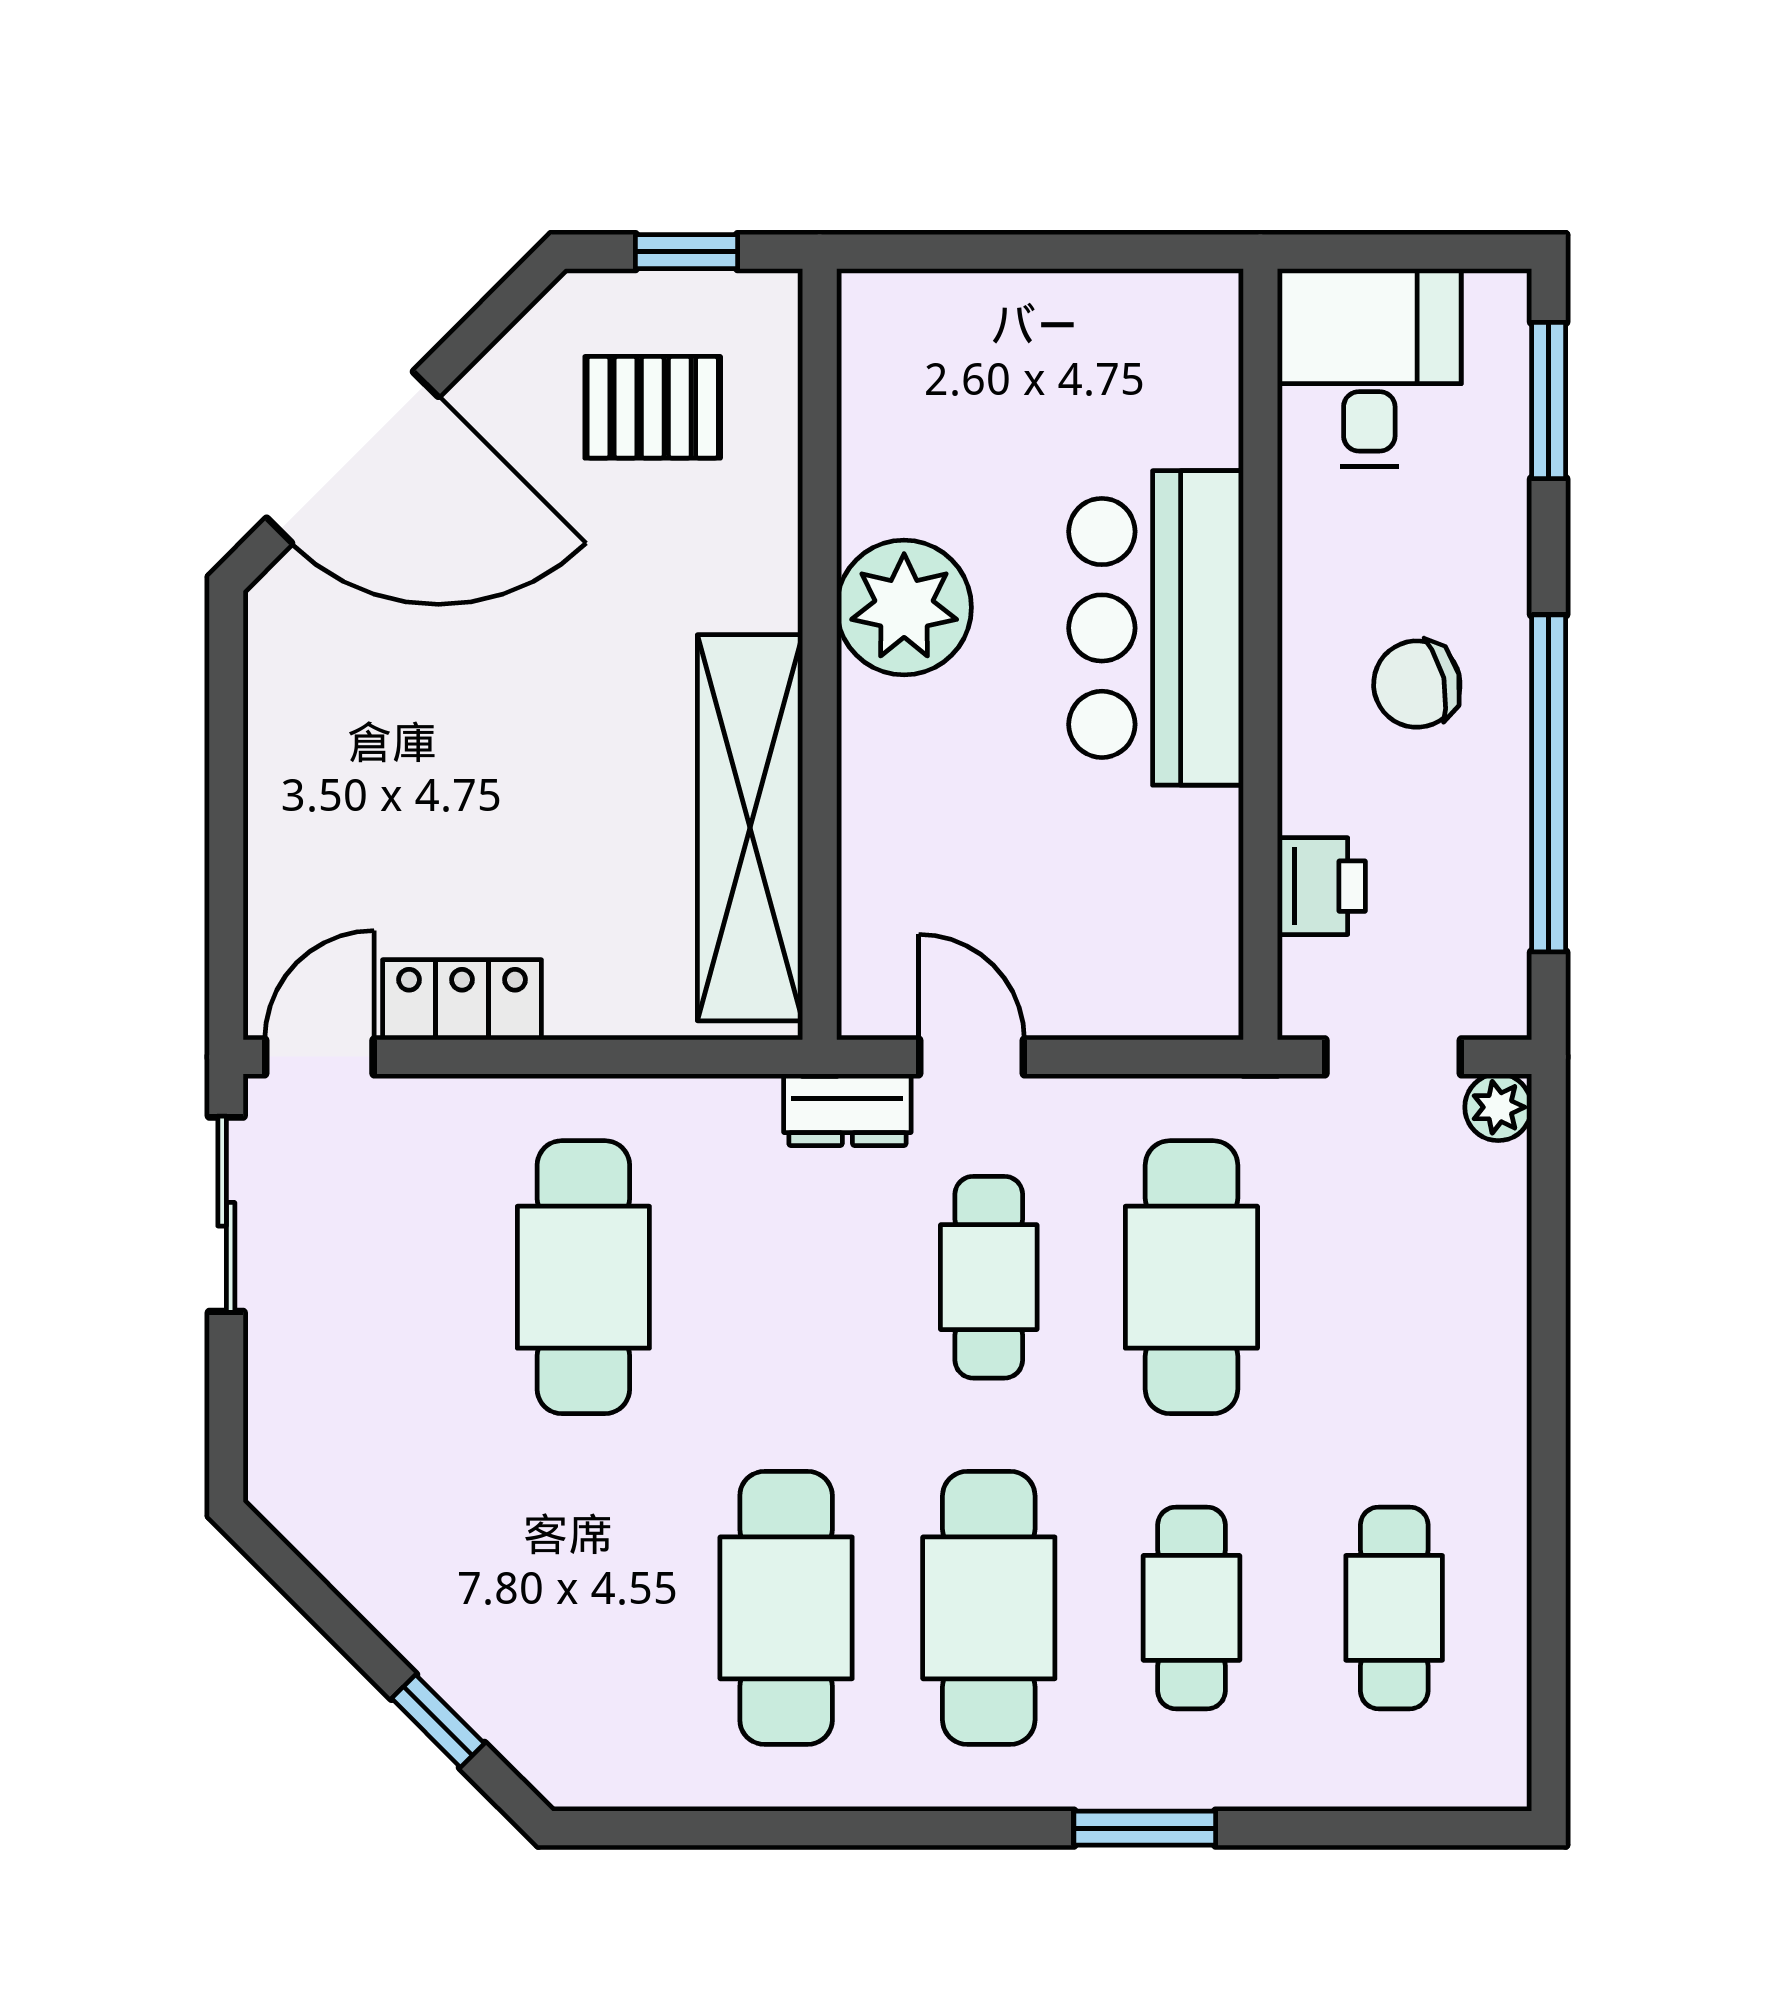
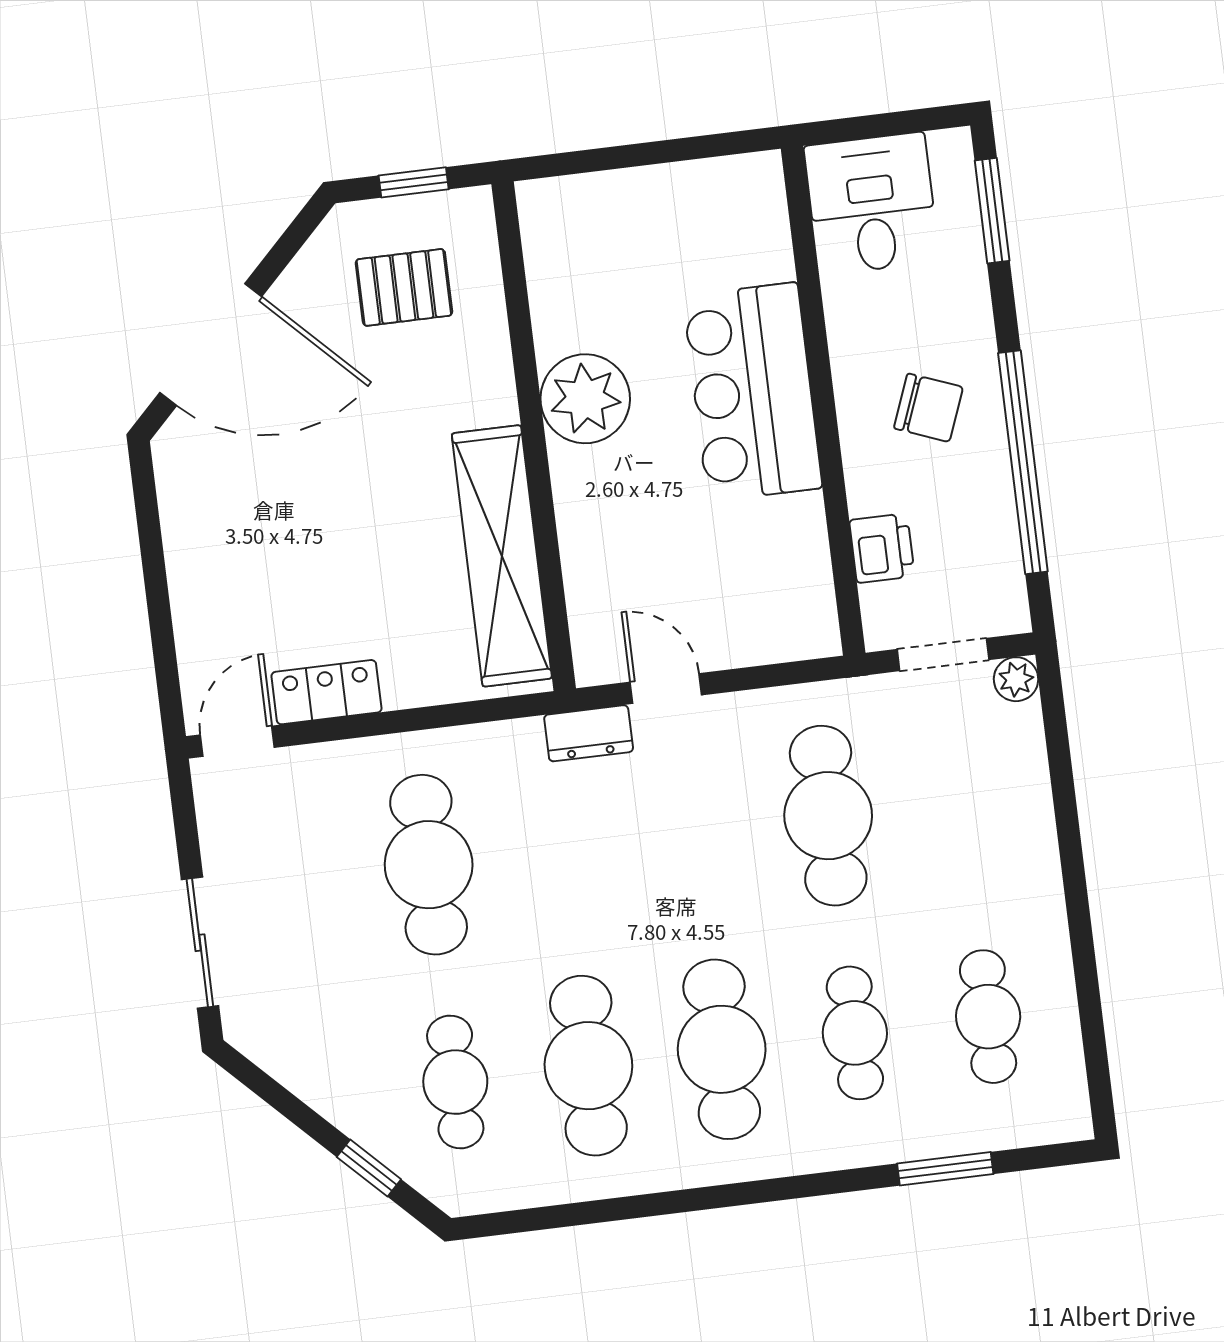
chair: (1417, 684) -> (928, 408), turned -146
sliding door: (226, 1214) -> (200, 943), moved
cafe table: (989, 1277) -> (455, 1082), moved
window: (1145, 1828) -> (945, 1169), moved

